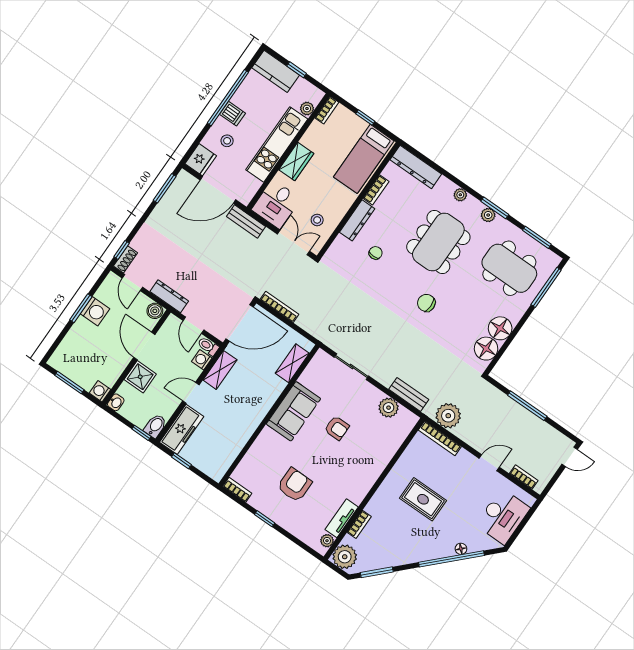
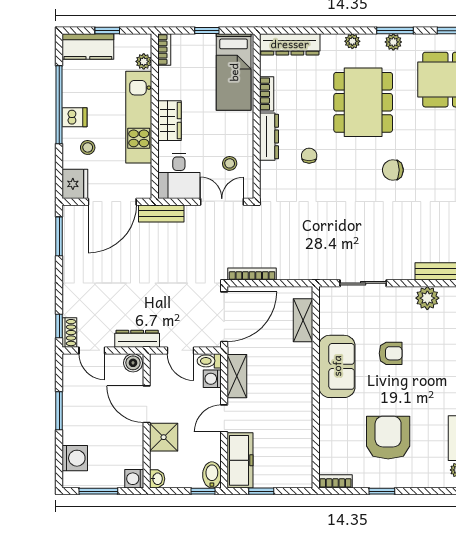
washing machine: (95, 311) -> (75, 458), moved
armchair: (295, 485) -> (388, 438), width x1.36, depth x1.36

